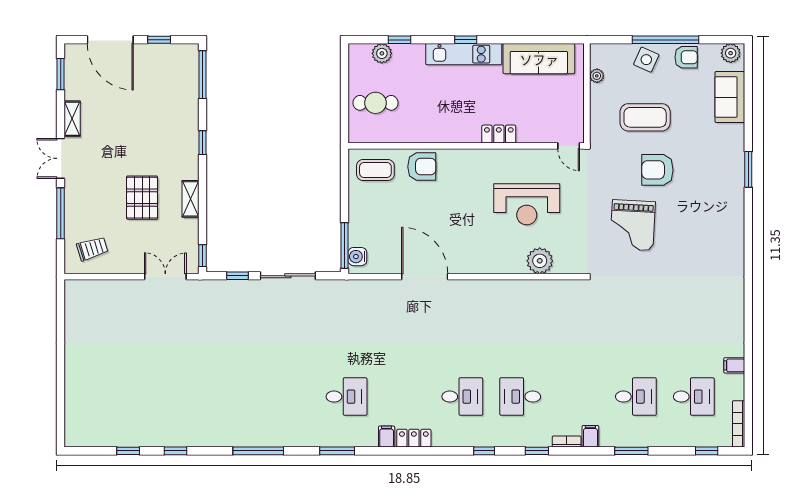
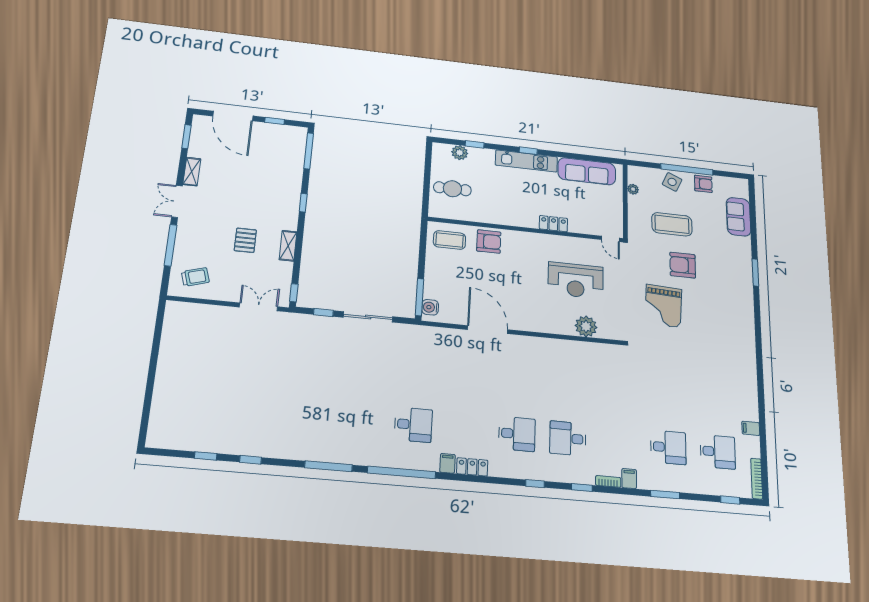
plant: (731, 53) -> (738, 185), removed
pallet: (142, 198) -> (245, 240), width x0.67, depth x0.71
window: (337, 451) -> (402, 472), width x2.11

